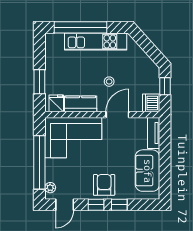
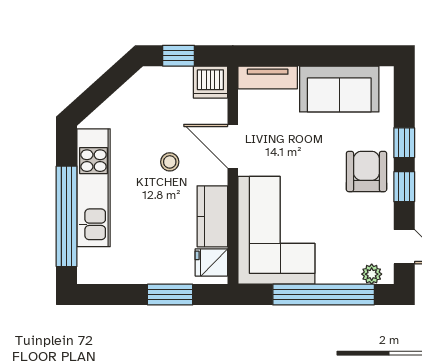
armchair: (104, 185) -> (366, 171), turned 90

